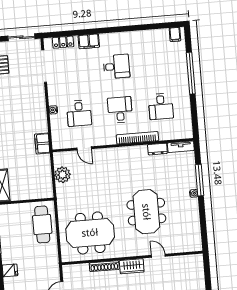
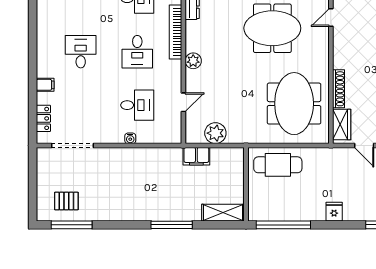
sliding door: (21, 37) -> (33, 172), removed
filing cabinet: (89, 41) -> (45, 85), width x0.50
desk: (120, 110) -> (137, 52), turned -90
filing cabinet: (42, 143) -> (196, 156), moved
plant: (116, 153) -> (193, 61), added
wardrobe: (132, 266) -> (342, 124), moved

